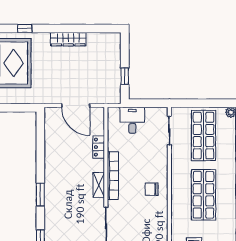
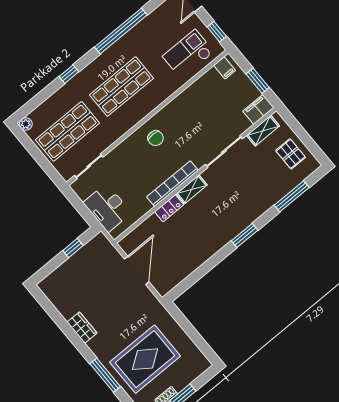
window: (25, 28) -> (105, 375), width x2.17
wardrobe: (68, 39) -> (82, 328), width x0.67
desk: (132, 120) -> (107, 208), width x1.37
locker: (99, 147) -> (169, 208), moved

